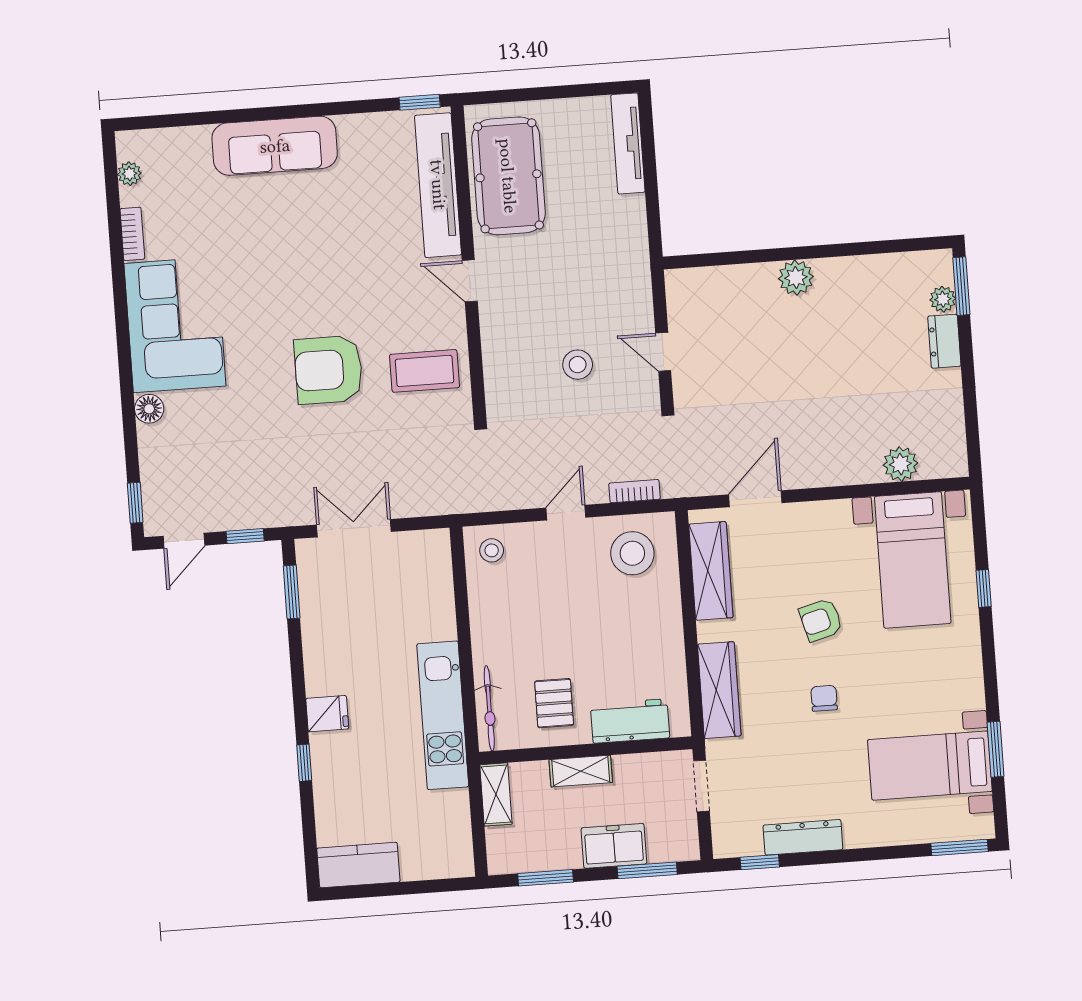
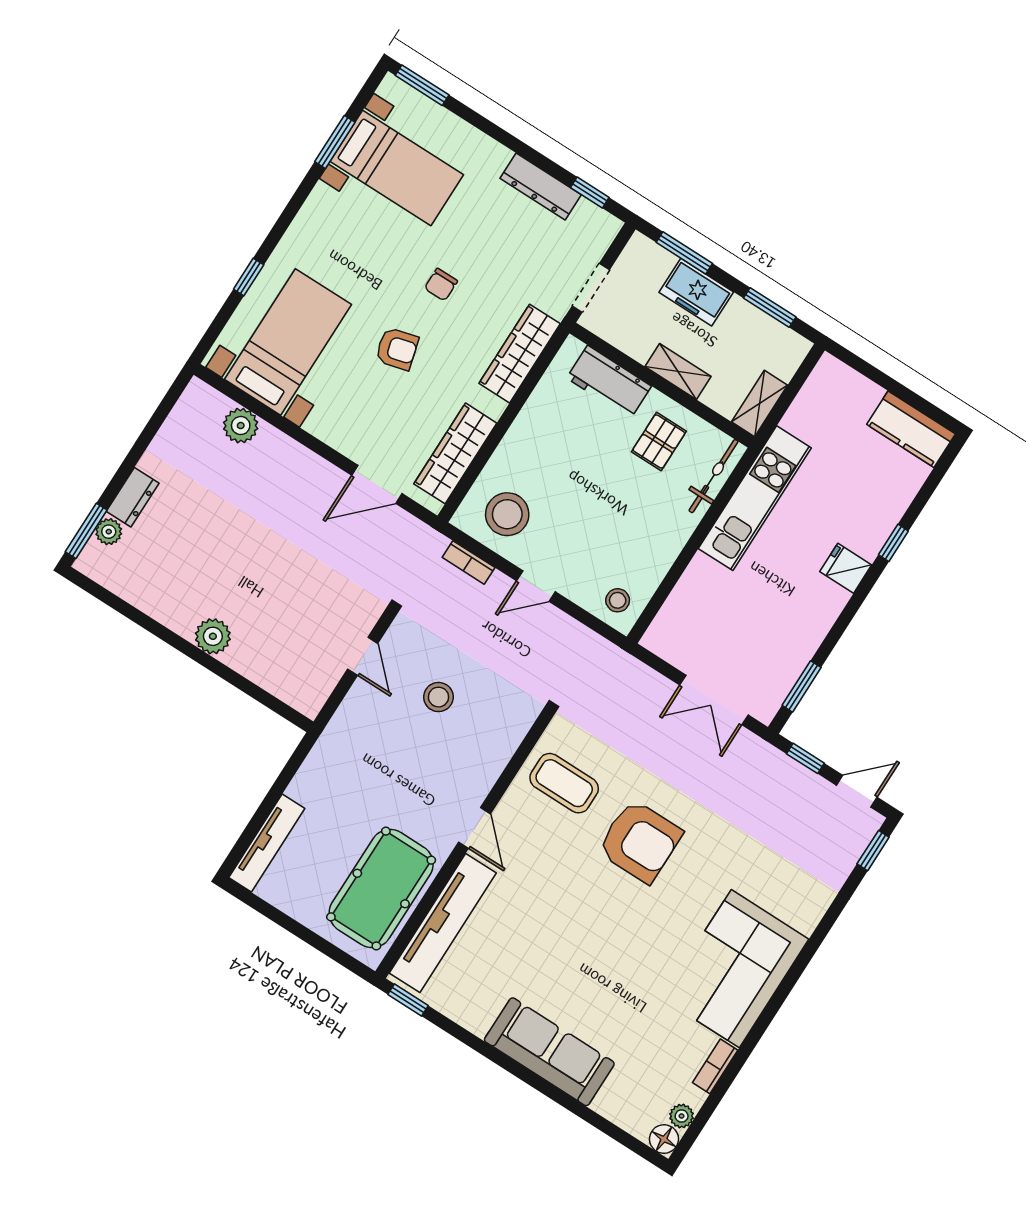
floor lamp: (149, 409) -> (664, 1139), moved

